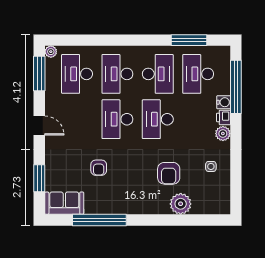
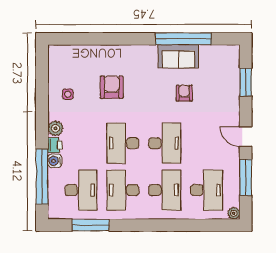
window: (39, 73) -> (246, 177), moved
desk: (158, 119) -> (123, 143), turned 180
sofa: (64, 203) -> (178, 56), moved
plant: (181, 204) -> (99, 56), removed

